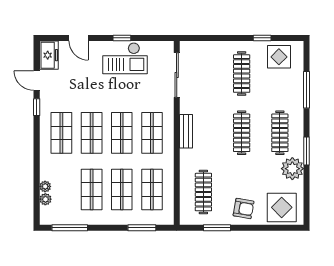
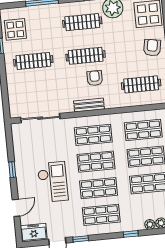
checkout: (125, 58) -> (53, 182), moved
armchair: (216, 141) -> (95, 78), added
window: (37, 164) -> (131, 234), added

